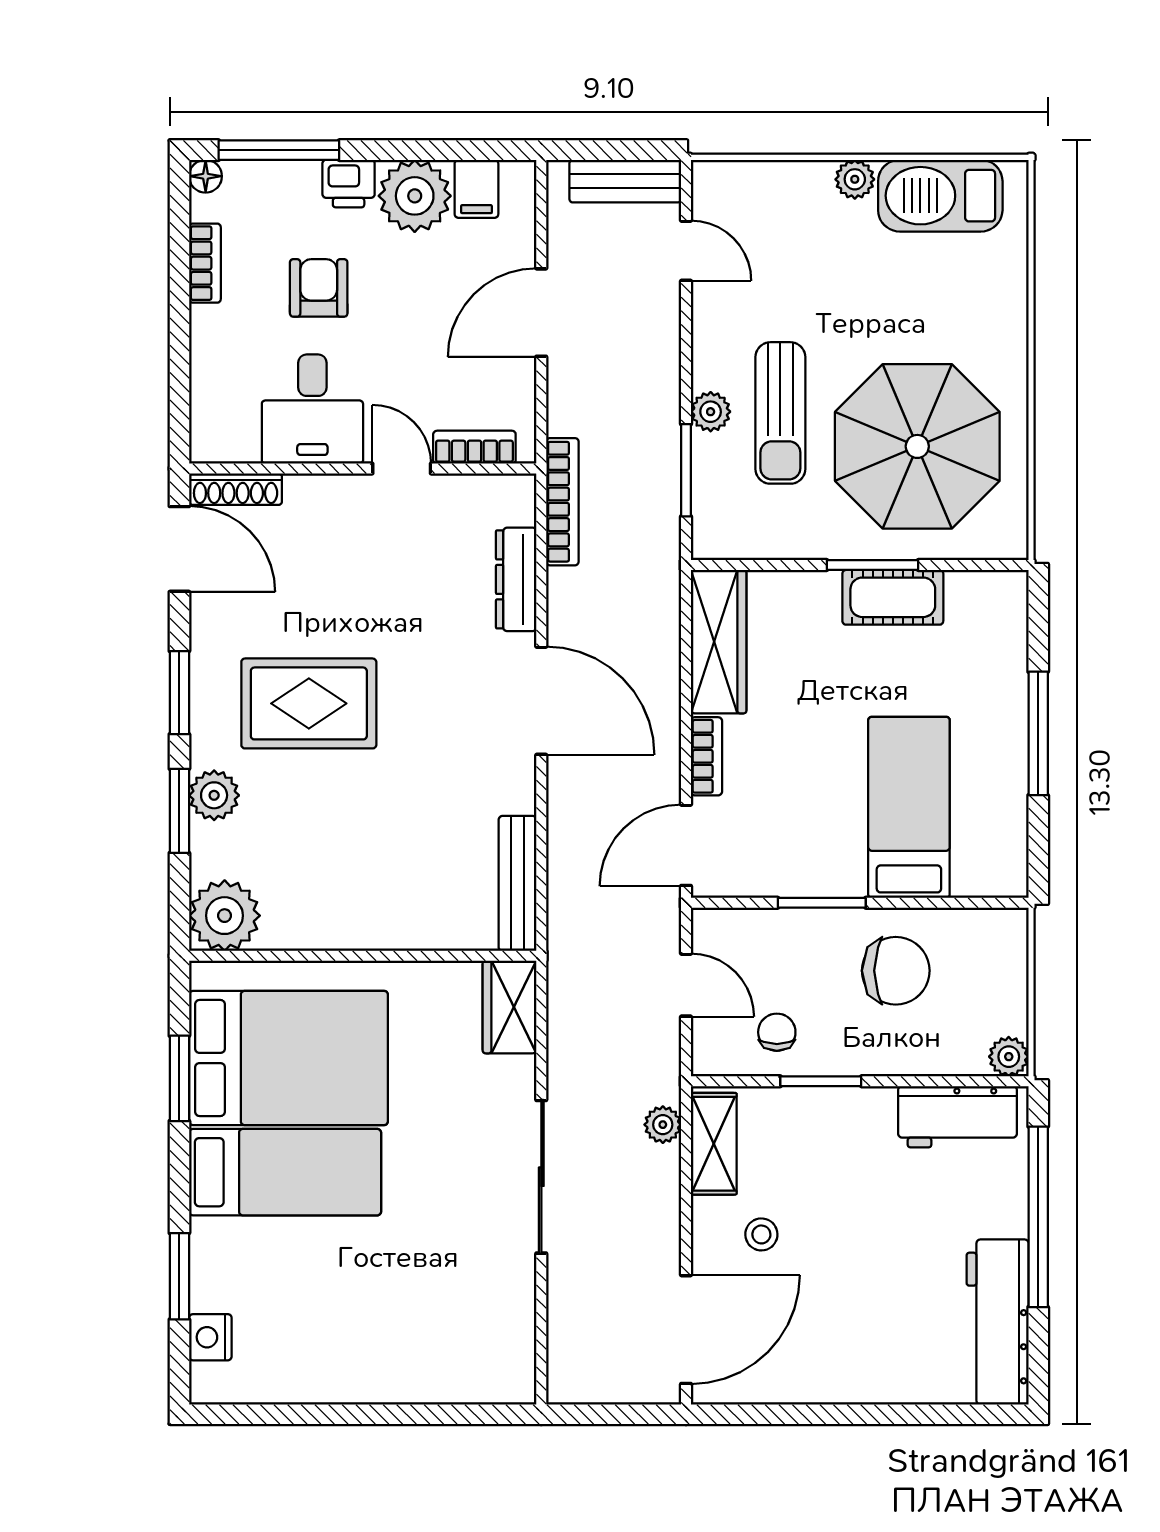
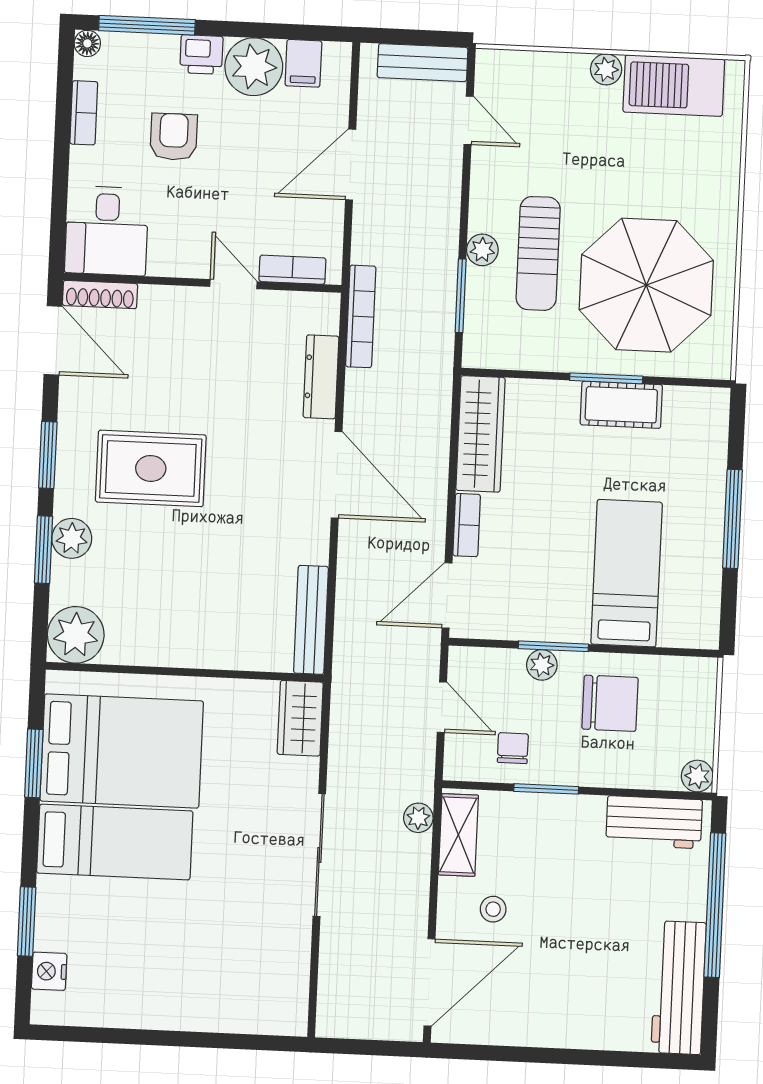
desk: (312, 409) -> (107, 231), moved
plant: (808, 927) -> (542, 665), added

